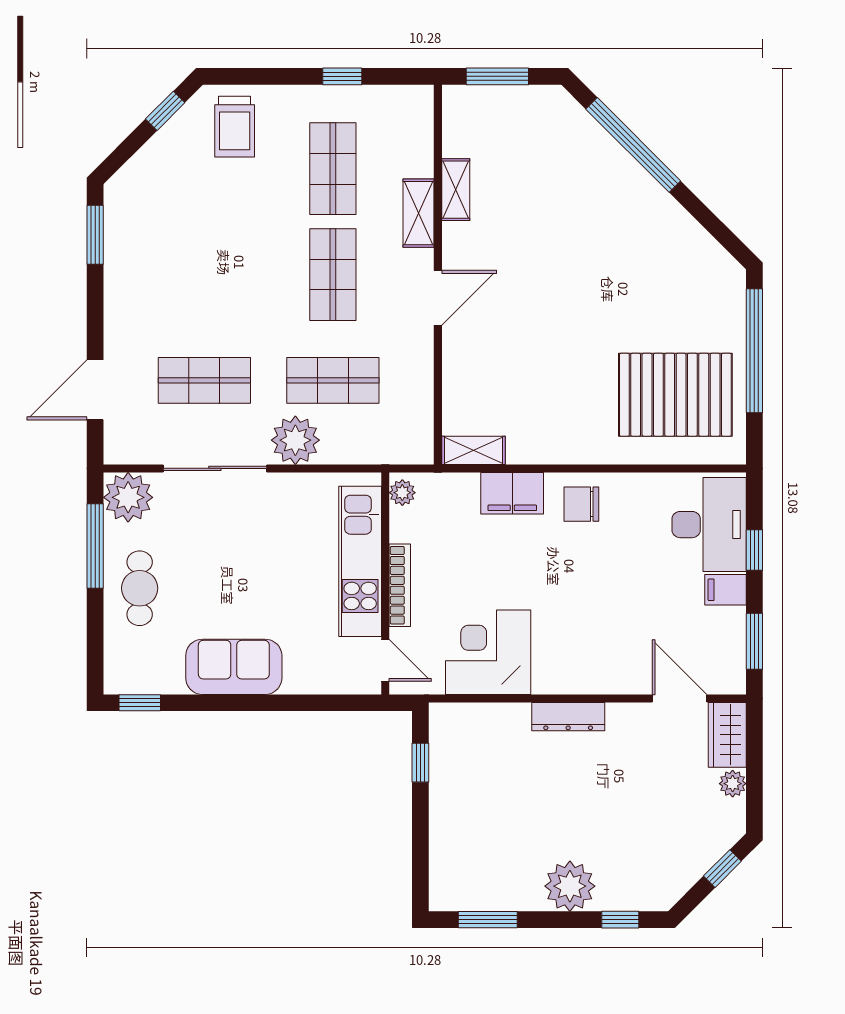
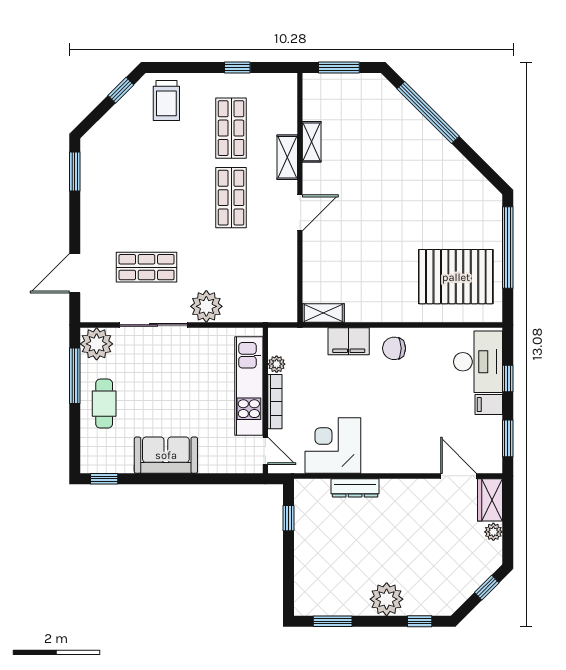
shop shelf: (333, 380) -> (231, 267), removed
plant: (402, 493) -> (277, 364), moved
dresser: (568, 717) -> (355, 488), moved

